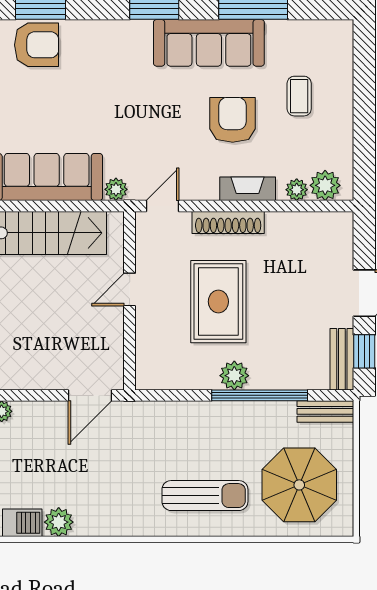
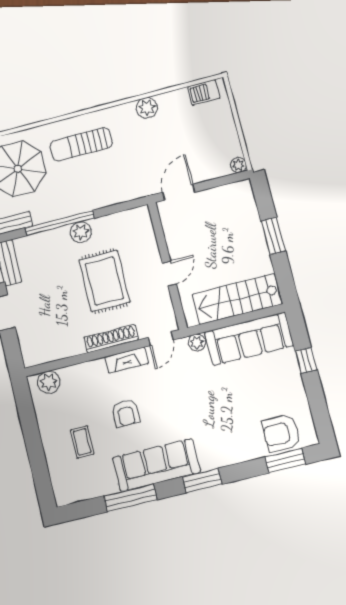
armchair: (233, 120) -> (126, 413), width x0.72, depth x0.72
fireplace: (248, 189) -> (126, 360), moved
plant: (297, 190) -> (68, 374), removed
plant: (59, 522) -> (147, 108), moved

